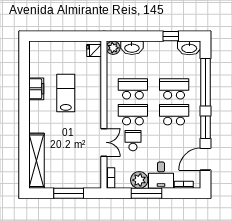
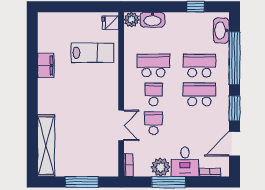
washbasin: (189, 48) -> (221, 30), moved, turned 90
lab bench: (66, 93) -> (92, 53), moved, turned 90
school desk: (133, 115) -> (154, 94), width x0.54

